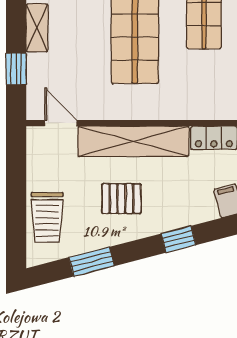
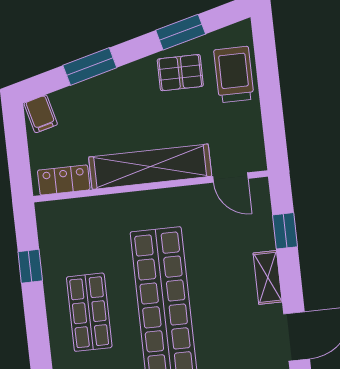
pallet: (121, 199) -> (180, 73), moved
window: (178, 239) -> (90, 67), width x1.50

